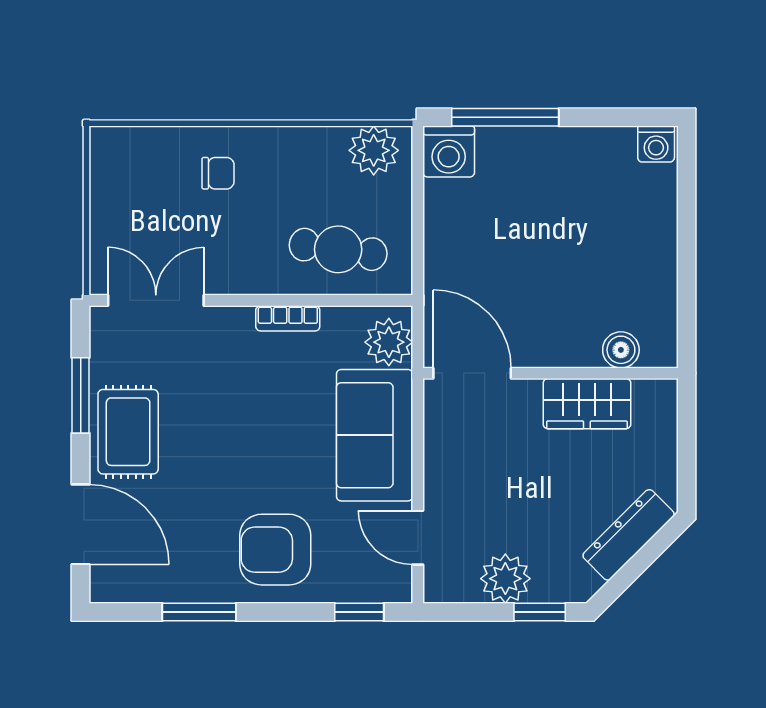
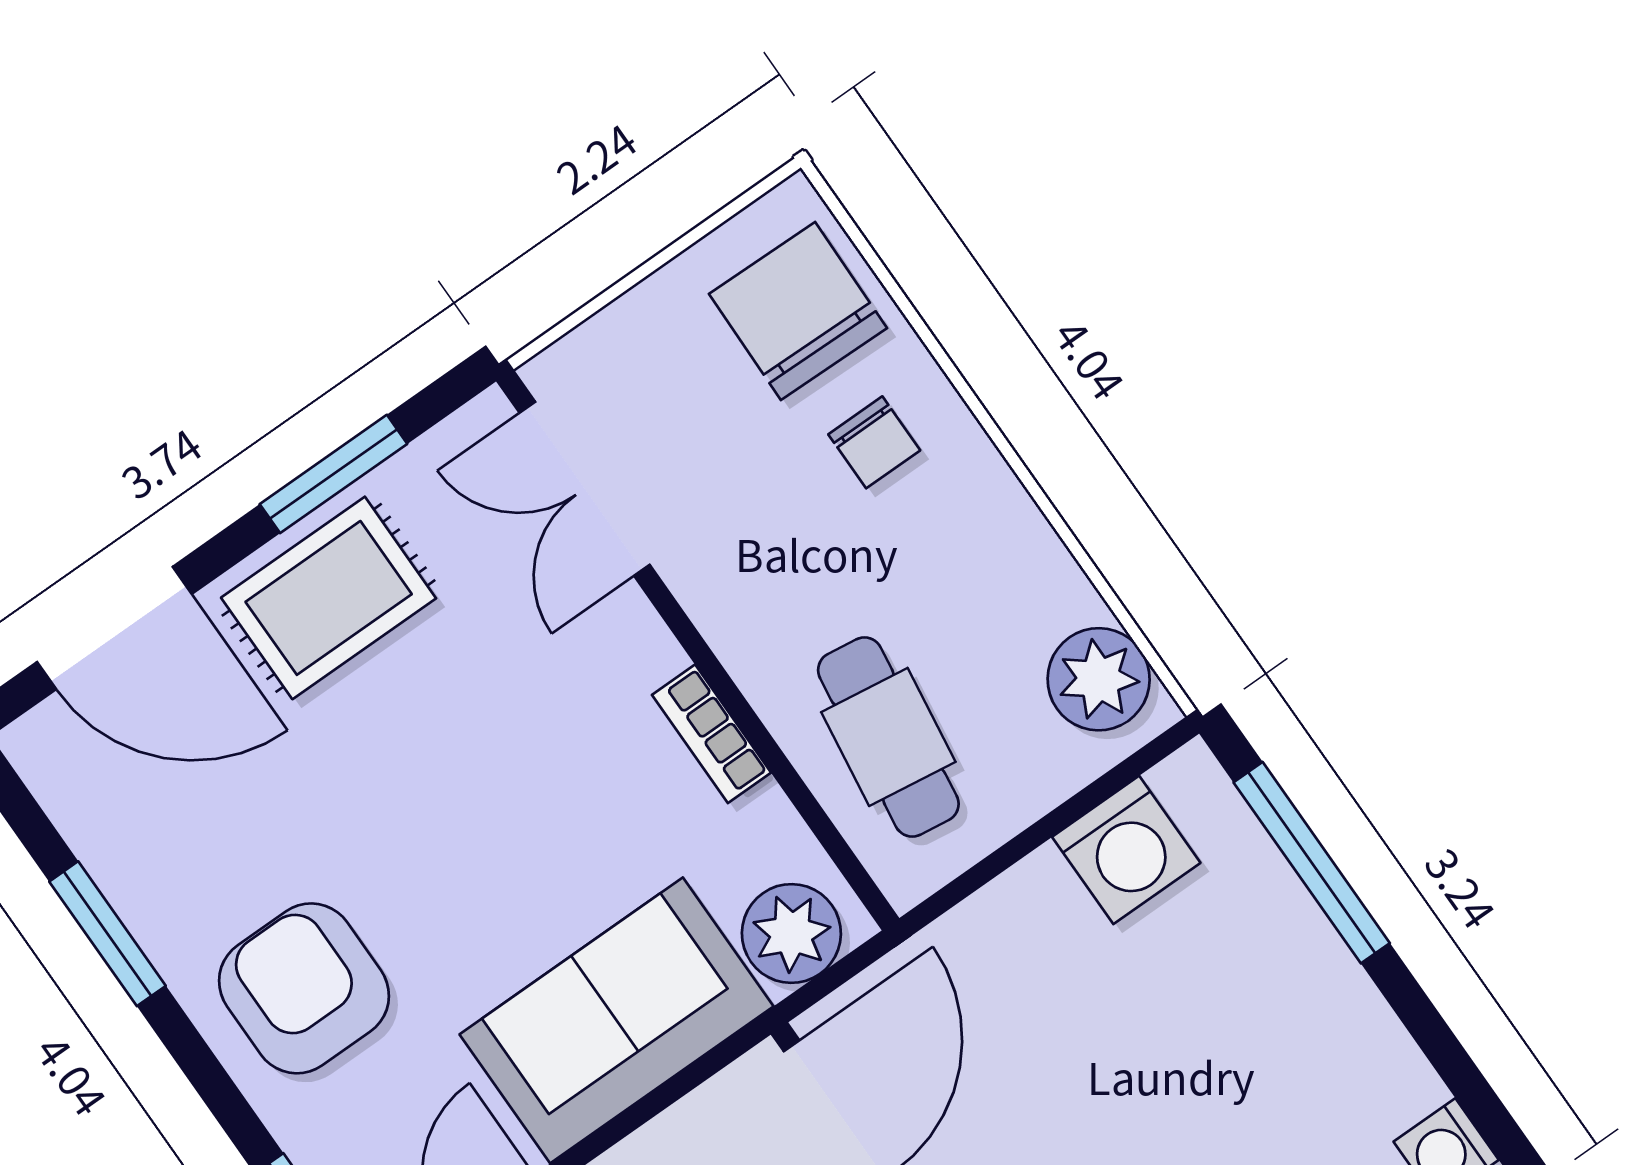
washing machine: (449, 151) -> (1126, 850), moved, turned -90
chair: (145, 167) -> (798, 311), added
double door: (156, 300) -> (585, 489), swing flipped
door: (81, 524) -> (114, 628), hinge flipped

